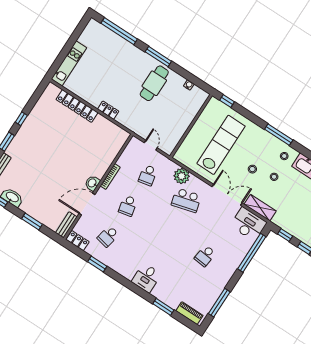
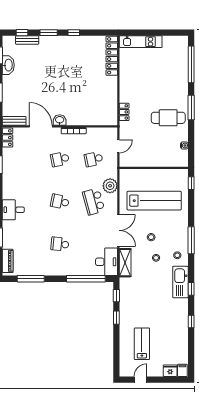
locker: (77, 106) -> (112, 56), moved
locker: (108, 110) -> (124, 112), moved
school desk: (108, 236) -> (60, 202), moved

